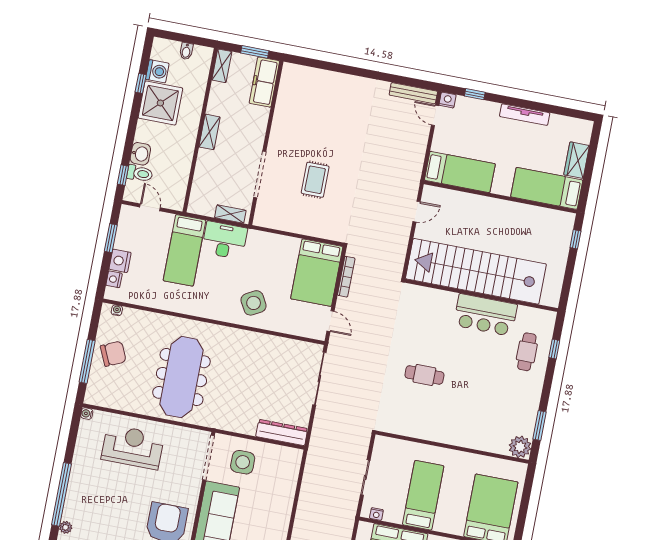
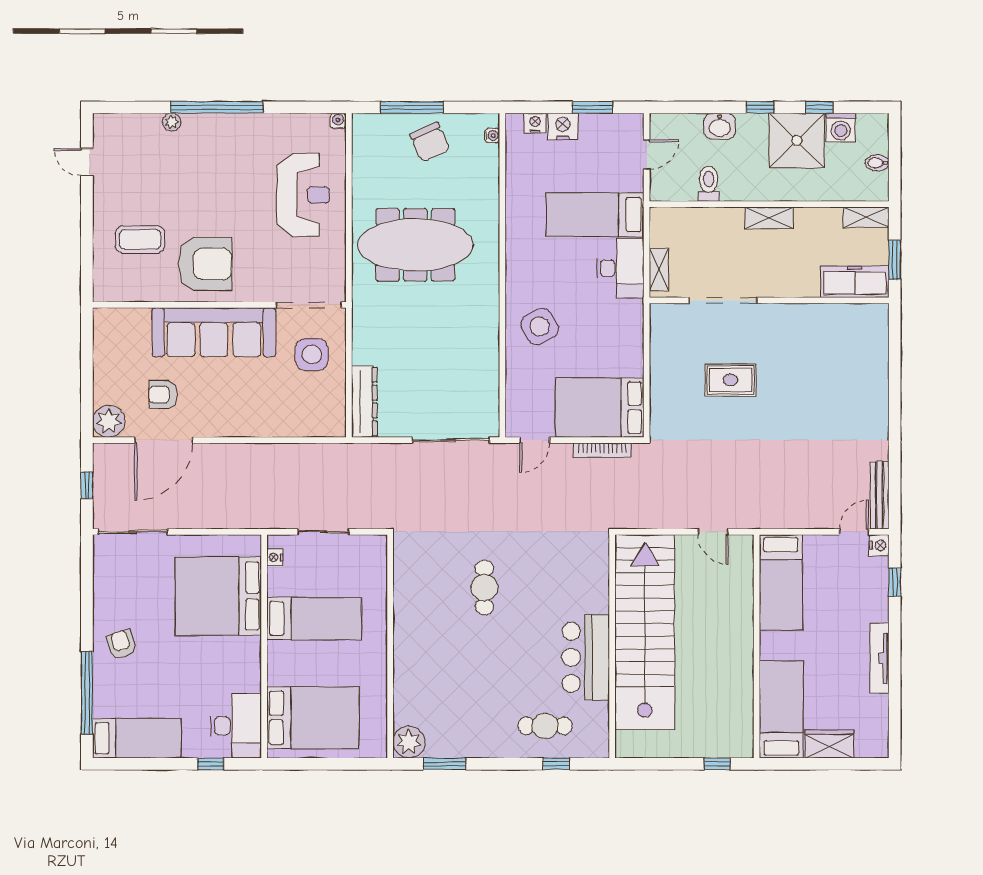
toilet: (140, 173) -> (709, 184), moved, turned 180
window: (123, 175) -> (760, 107), moved

